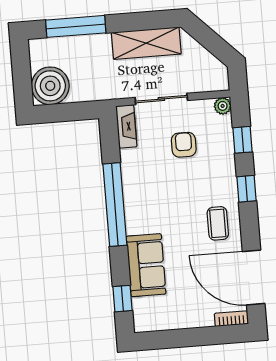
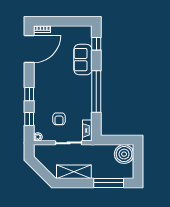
coffee table: (218, 223) -> (45, 78), removed
door: (254, 278) -> (29, 49), hinge flipped

